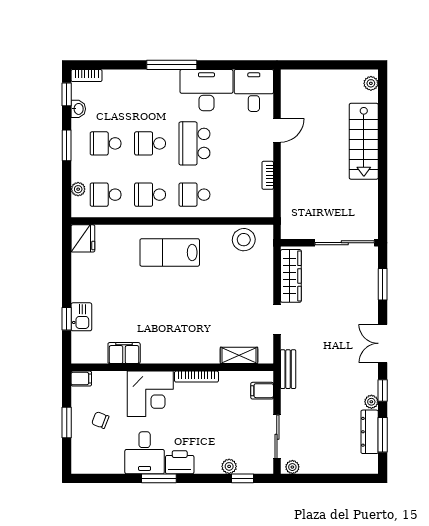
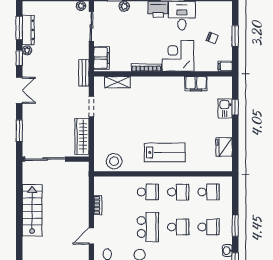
stairs: (364, 141) -> (32, 210), moved
plant: (78, 189) -> (227, 196), removed
fridge: (83, 238) -> (224, 147), moved
filing cabinet: (262, 391) -> (102, 58), width x2.00

